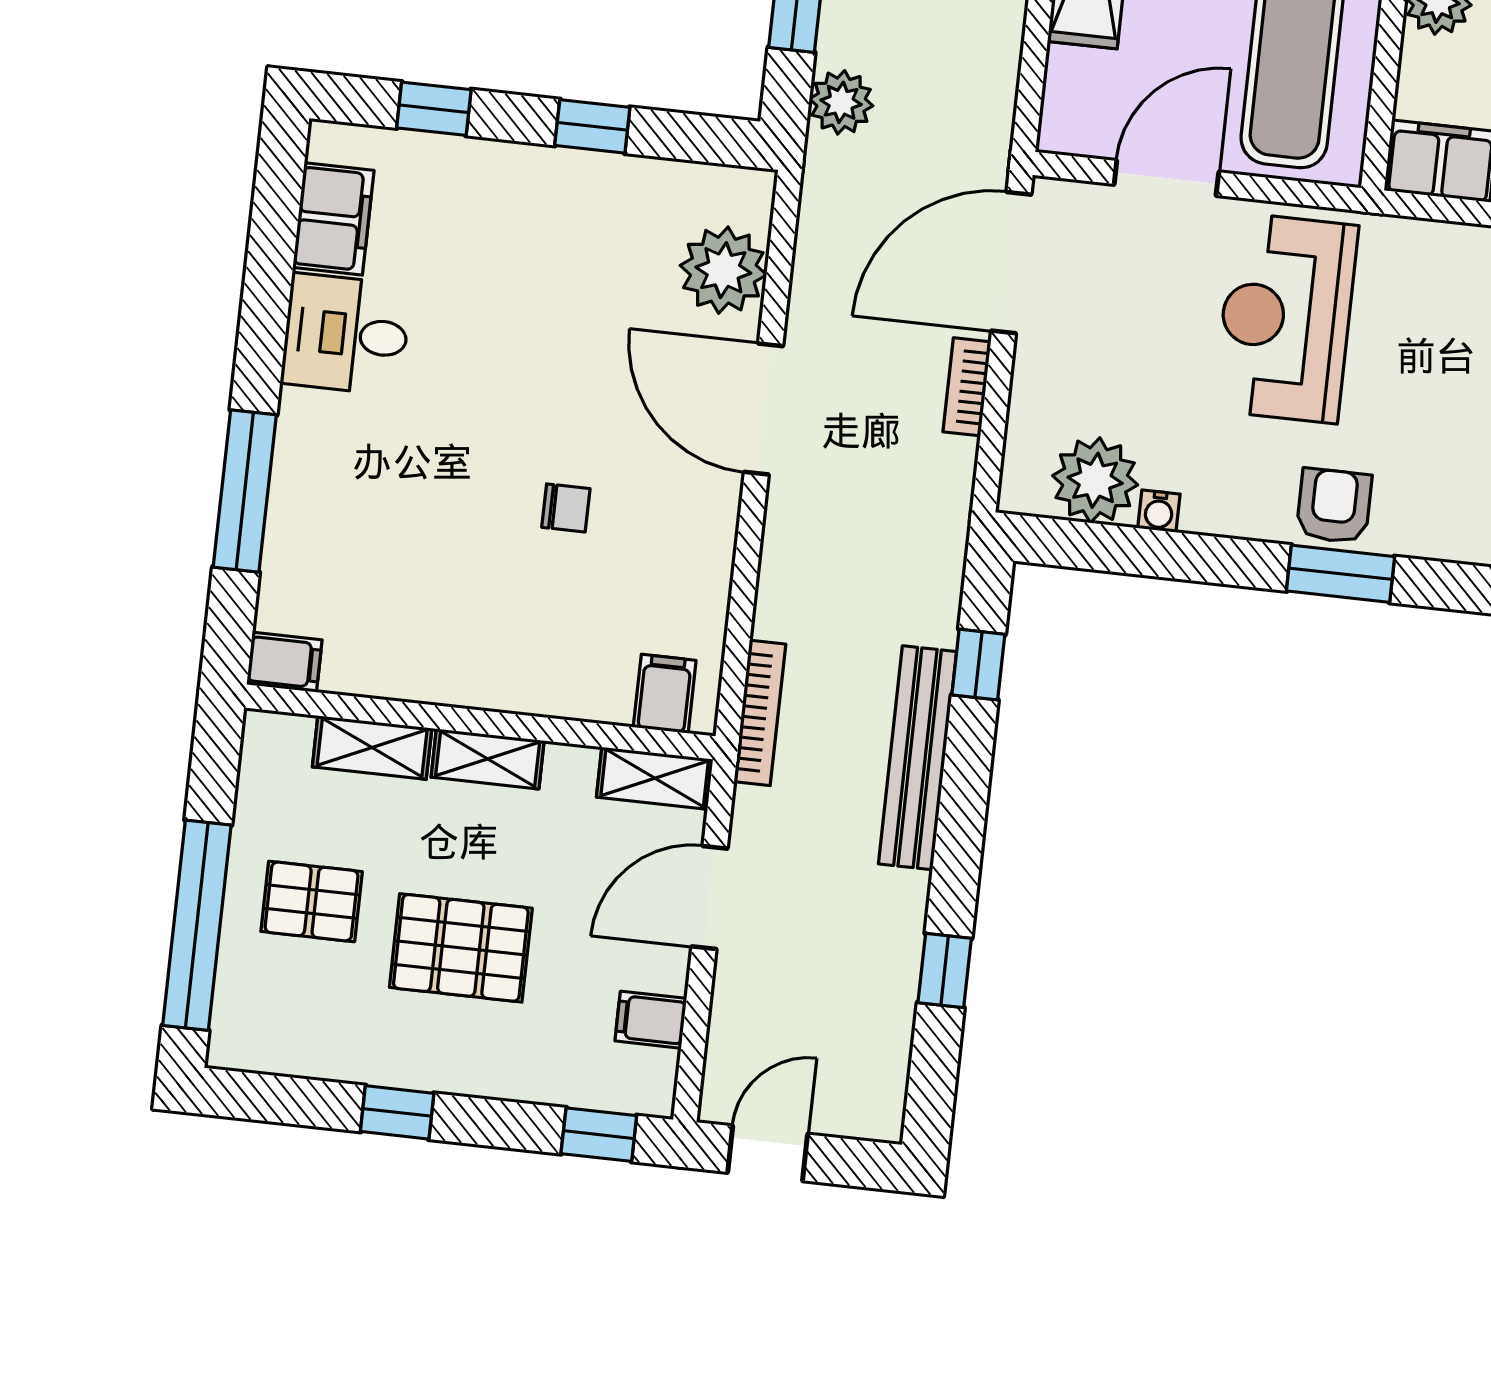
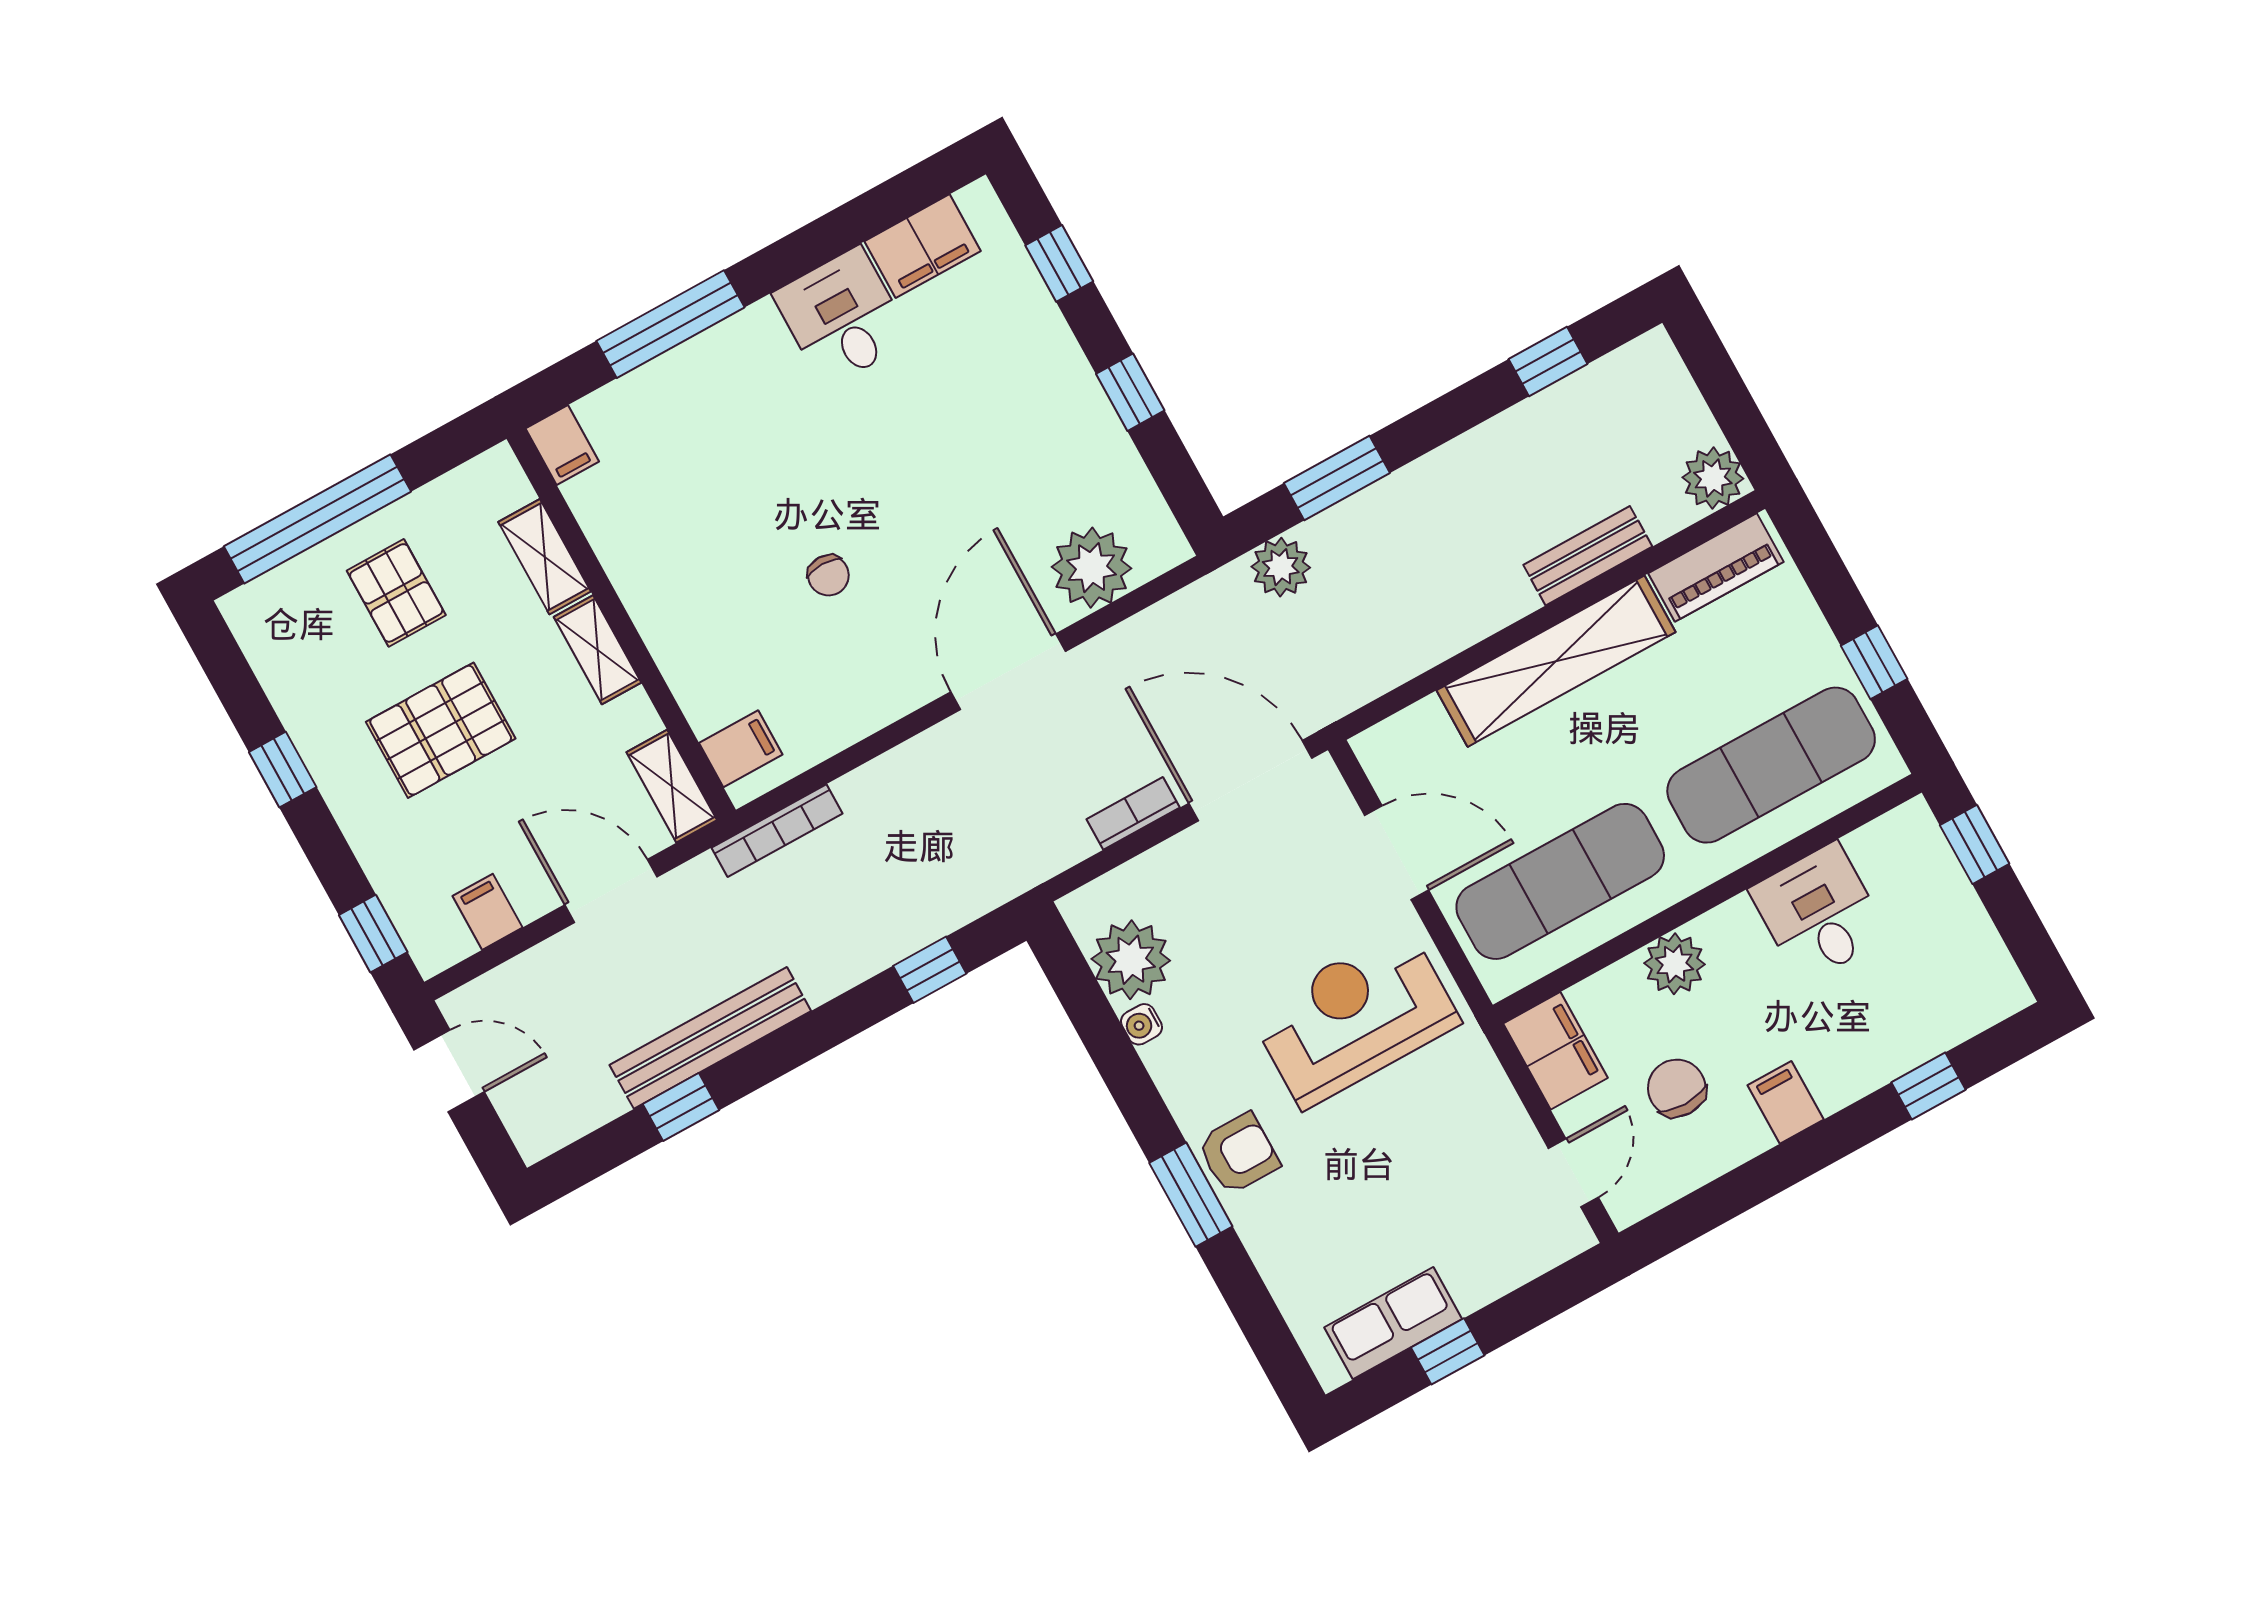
bench: (918, 758) -> (710, 1038), moved
pallet: (461, 948) -> (441, 730), turned 90

